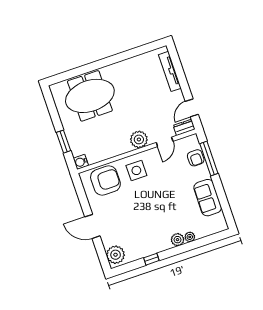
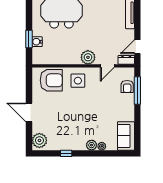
water cooler: (81, 162) -> (37, 42), moved
sofa: (208, 198) -> (126, 136), moved

